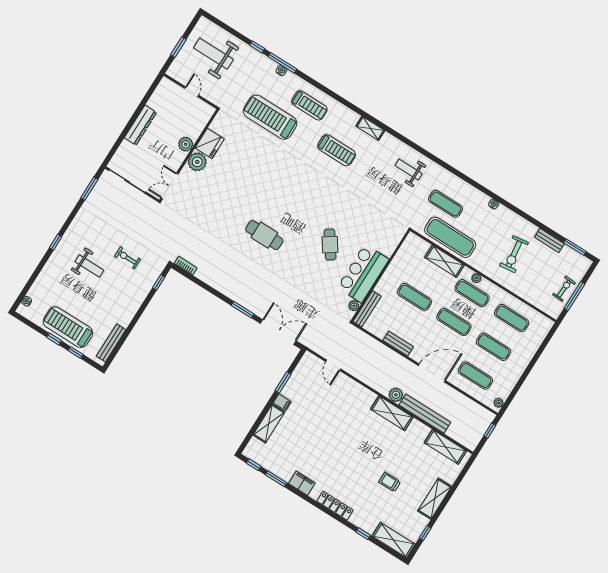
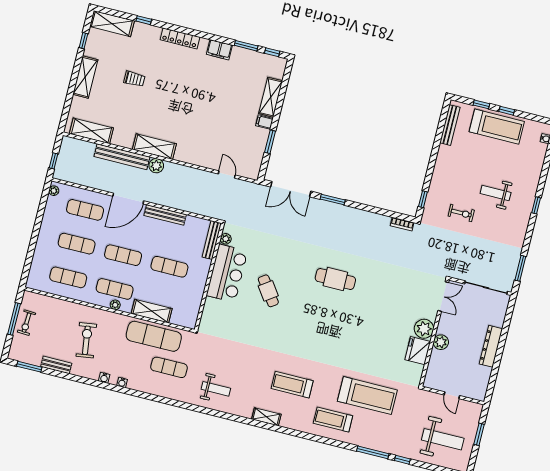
water cooler: (281, 71) -> (104, 378), moved
bench: (398, 344) -> (165, 215), width x1.36

